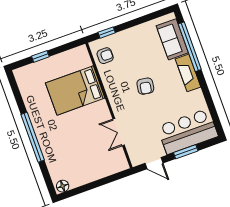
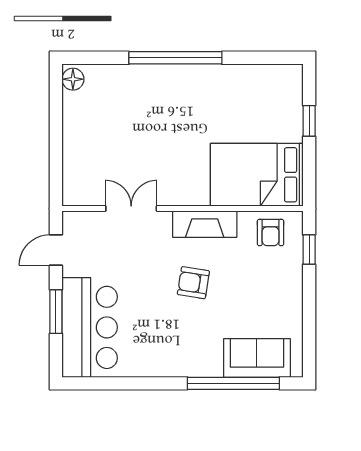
fireplace: (188, 73) -> (205, 224), moved, turned 180
bed: (75, 91) -> (257, 175), moved, turned -90

